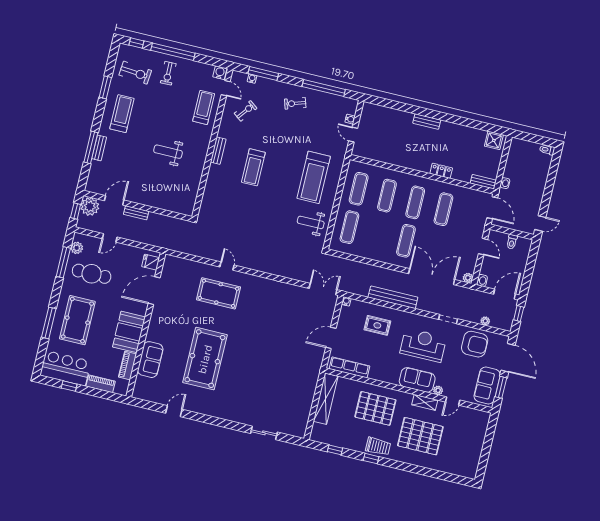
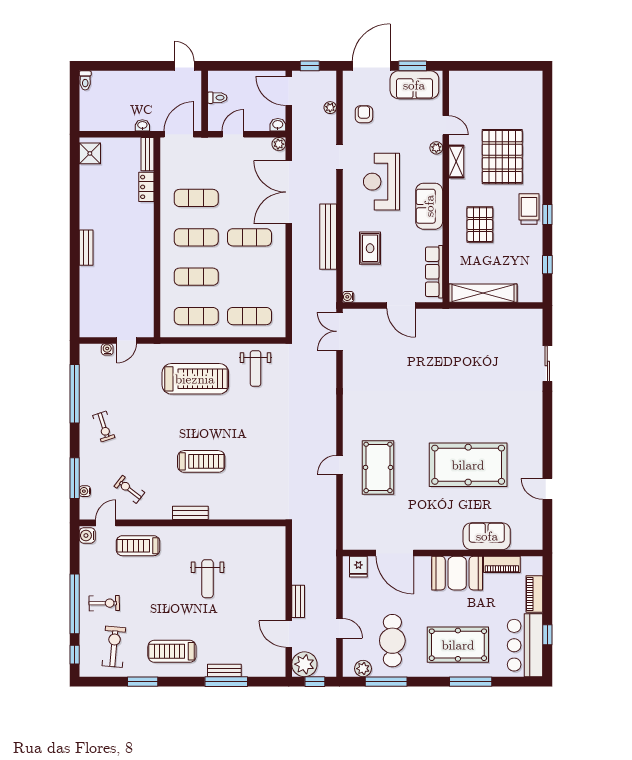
locker: (441, 171) -> (146, 187), moved
armchair: (475, 344) -> (364, 114), width x0.53, depth x0.53
sofa: (417, 380) -> (429, 206), moved
pallet: (375, 408) -> (480, 225), width x0.73, depth x0.71

